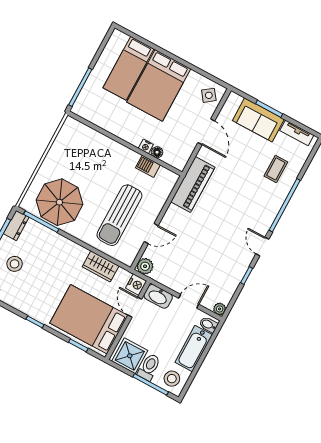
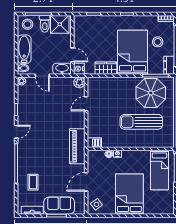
bed: (128, 68) -> (159, 170), moved, turned 180
door: (206, 132) -> (86, 182), hinge flipped
barbecue: (148, 166) -> (94, 143), moved
sun lounger: (119, 215) -> (141, 122), moved, turned -90
door: (262, 247) -> (16, 132), hinge flipped
door: (189, 301) -> (42, 76), hinge flipped
bed: (89, 319) -> (132, 52), moved, turned -90

